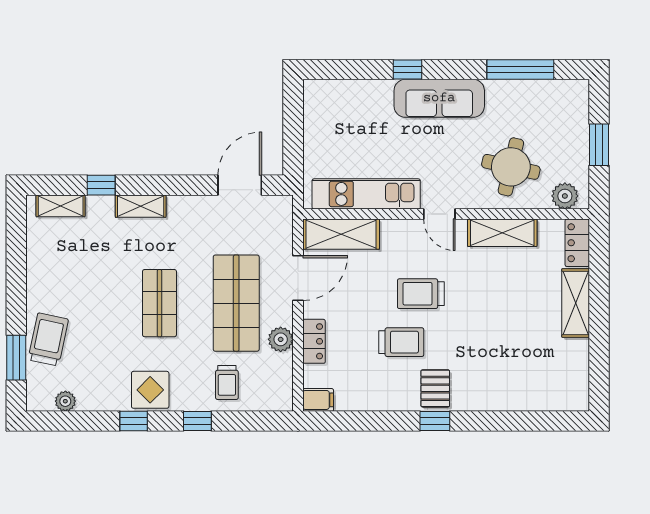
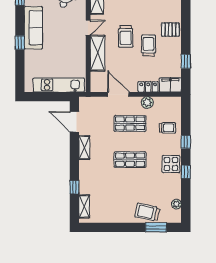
kitchen unit: (366, 194) -> (59, 85), moved, turned 90
shelving: (141, 206) -> (84, 148), moved
shelving: (341, 234) -> (98, 53), moved
shop shelf: (236, 303) -> (130, 123), width x0.70, depth x0.74
filing cabinet: (318, 400) -> (170, 85), width x2.00
window: (435, 421) -> (186, 61), moved

